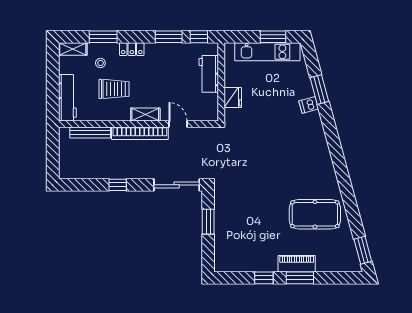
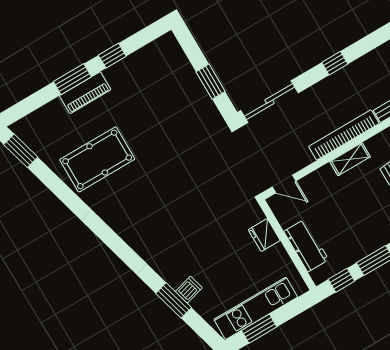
dishwasher: (309, 105) -> (189, 290), moved
door: (178, 124) -> (284, 184), moved

